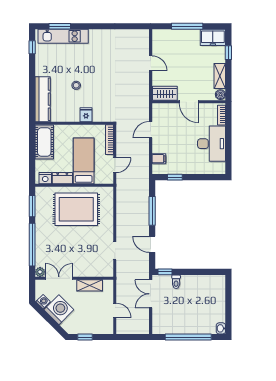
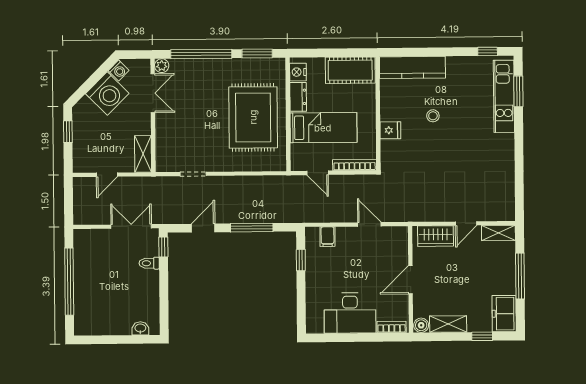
shelving: (157, 41) -> (498, 233), added
wardrobe: (165, 93) -> (436, 236), moved, turned 90
shelving: (90, 285) -> (143, 154), moved
washbasin: (221, 328) -> (140, 328), moved

